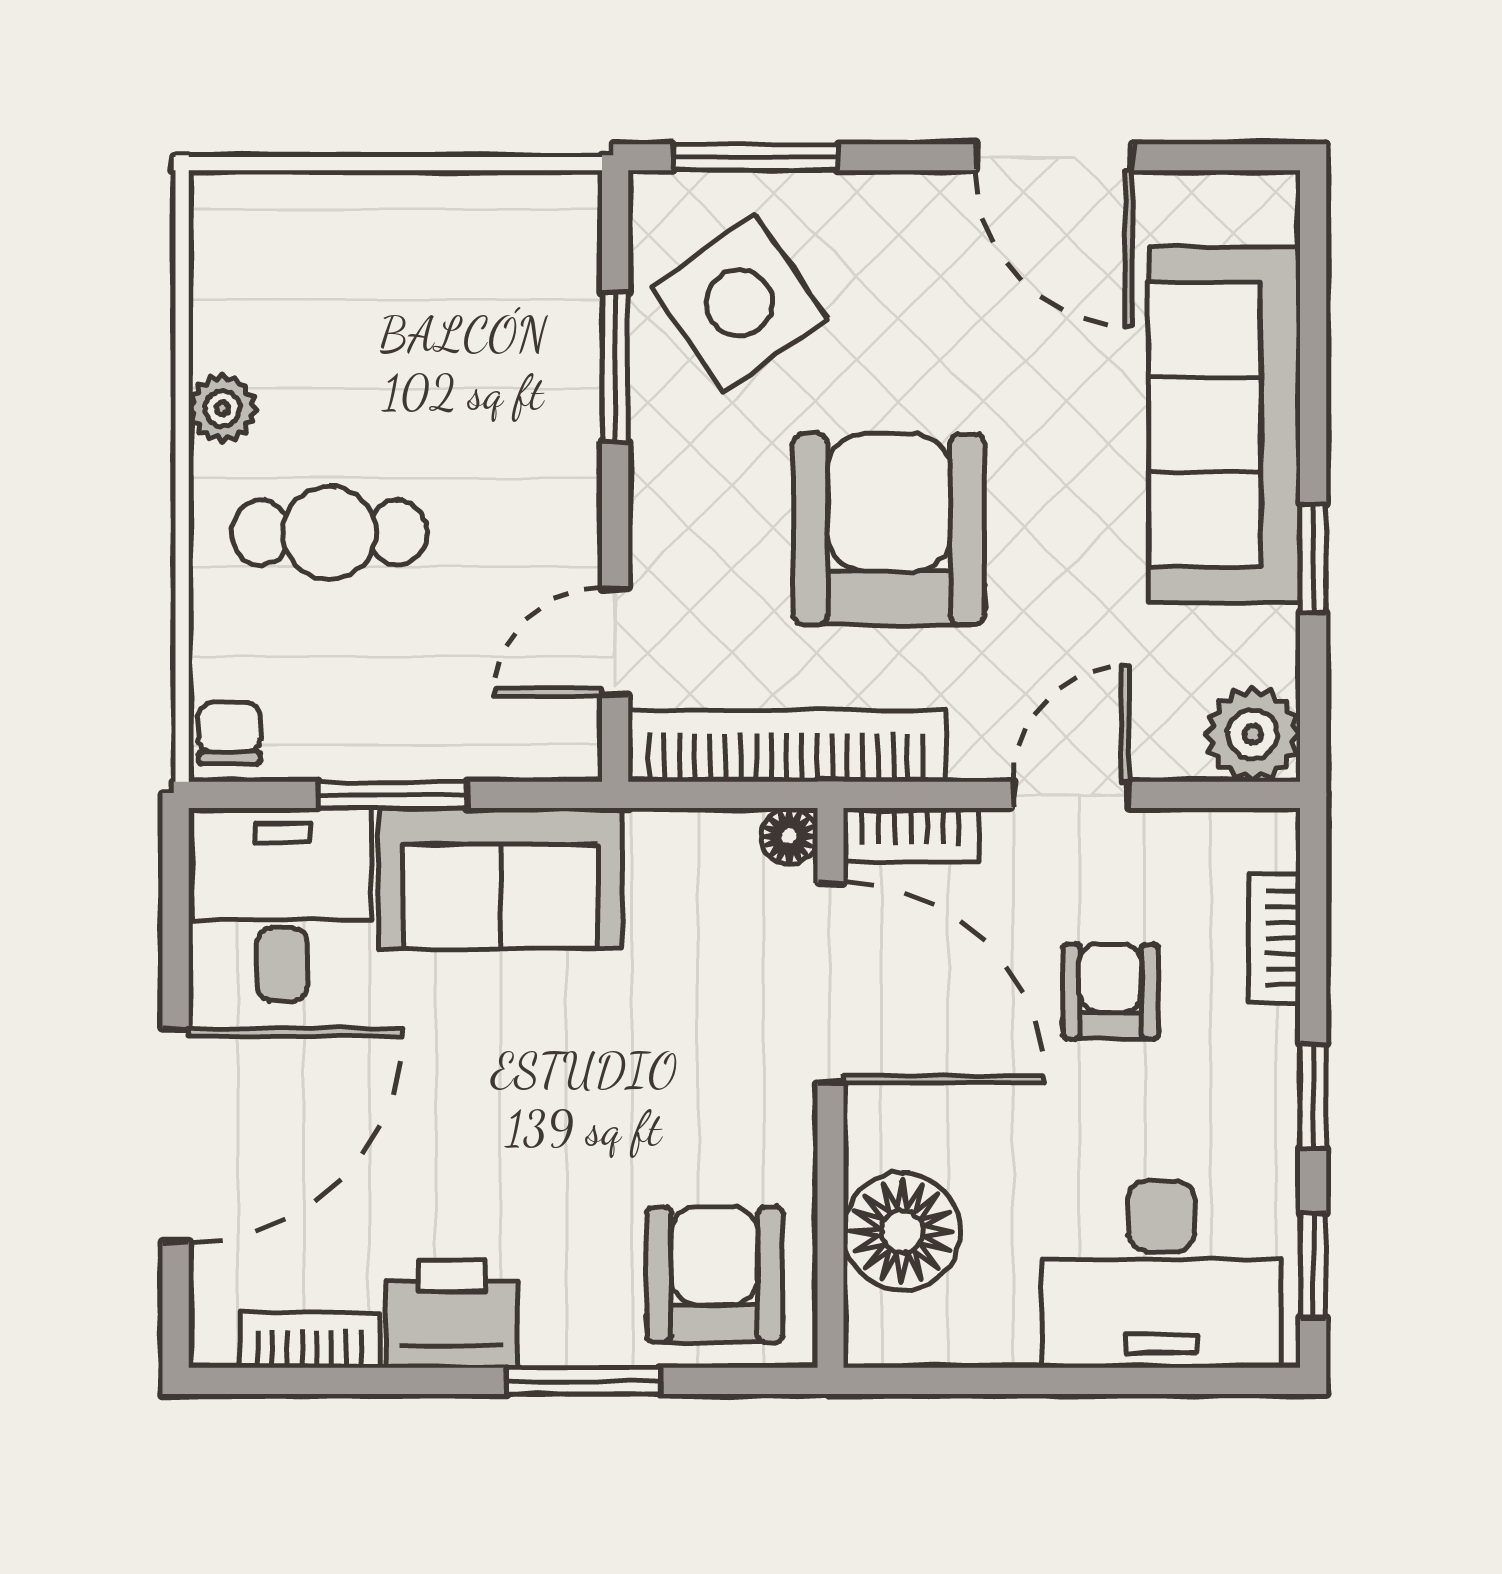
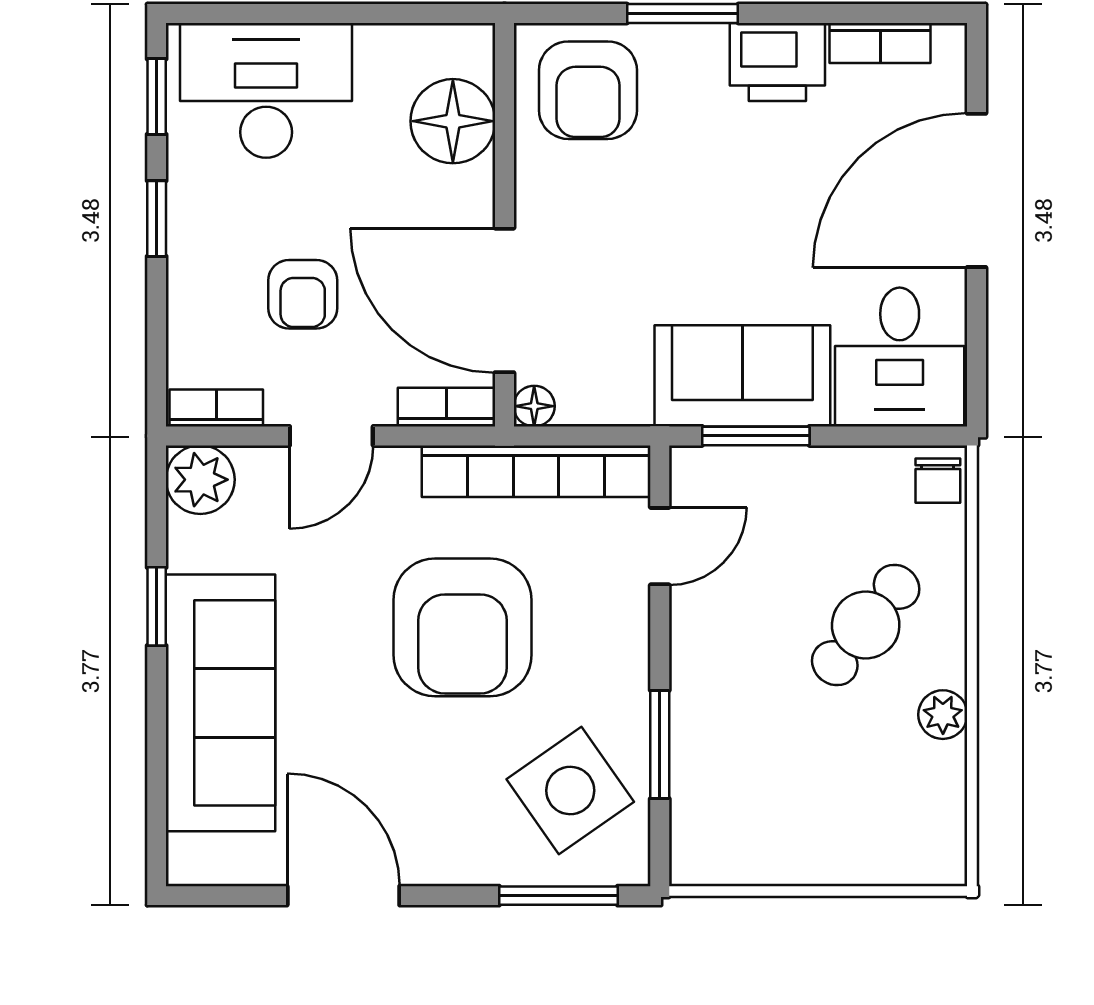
cafe table: (329, 533) -> (866, 625), turned -51
window: (392, 795) -> (756, 436), moved
bookcase: (1274, 938) -> (216, 408), moved, turned -90

